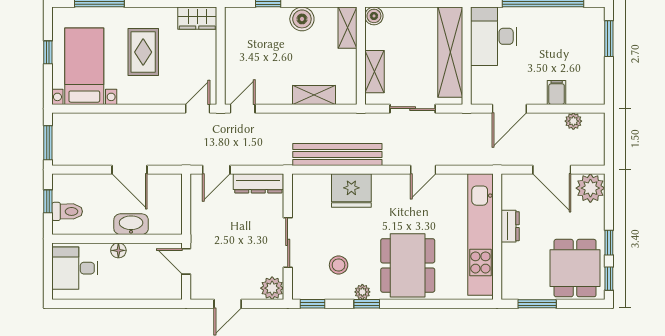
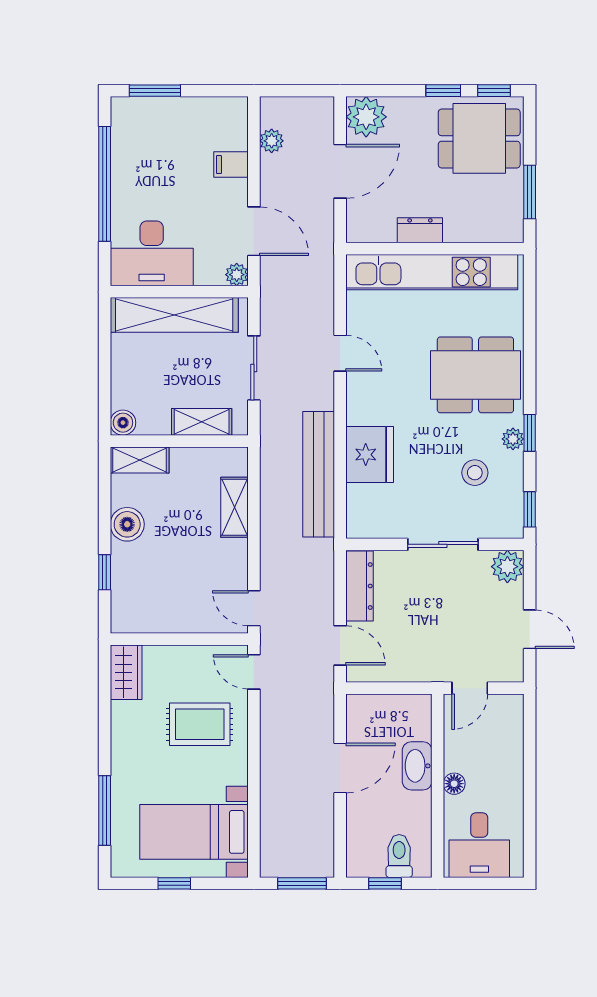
rug: (143, 52) -> (200, 724), moved
plant: (479, 97) -> (237, 275), added

